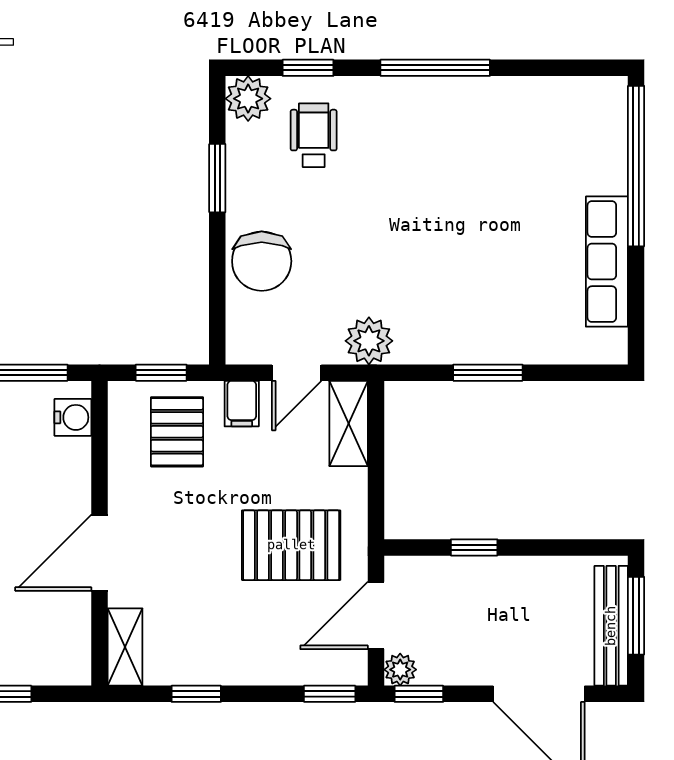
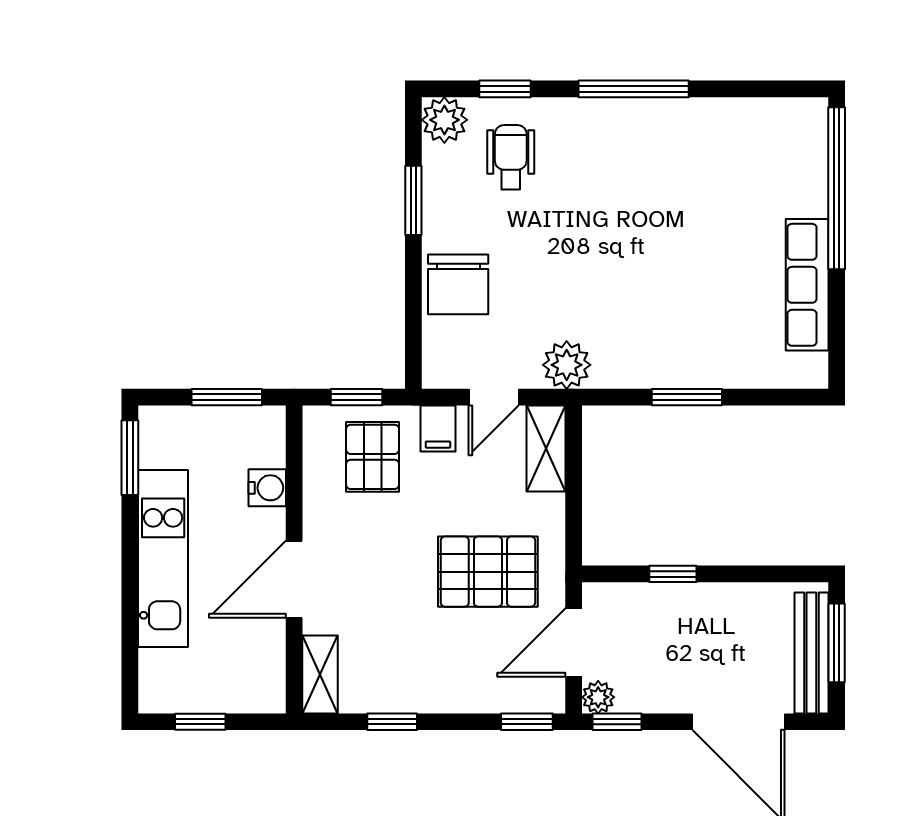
water cooler: (73, 417) -> (267, 488), moved

